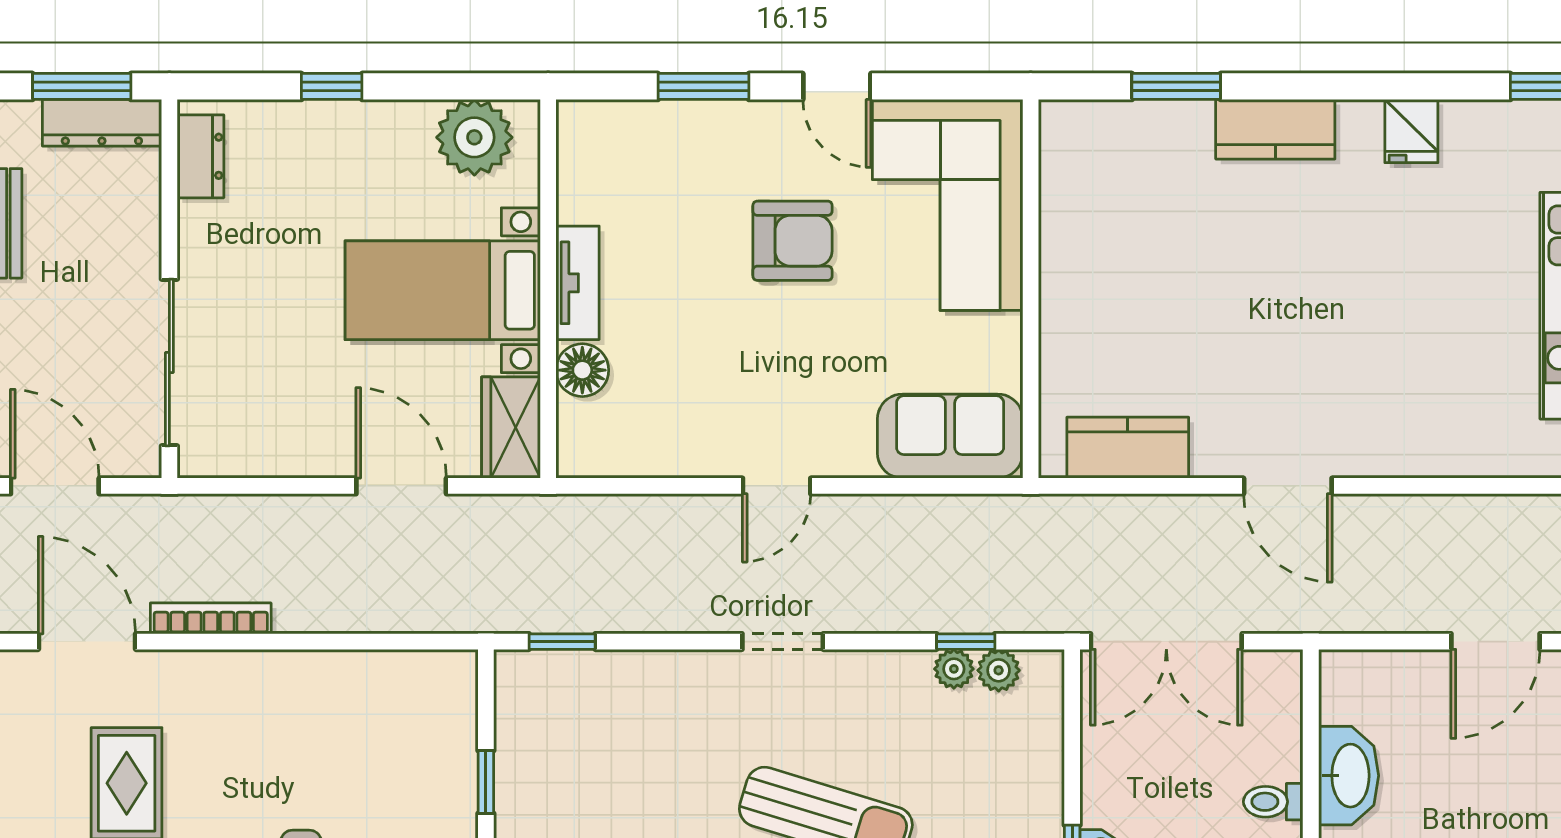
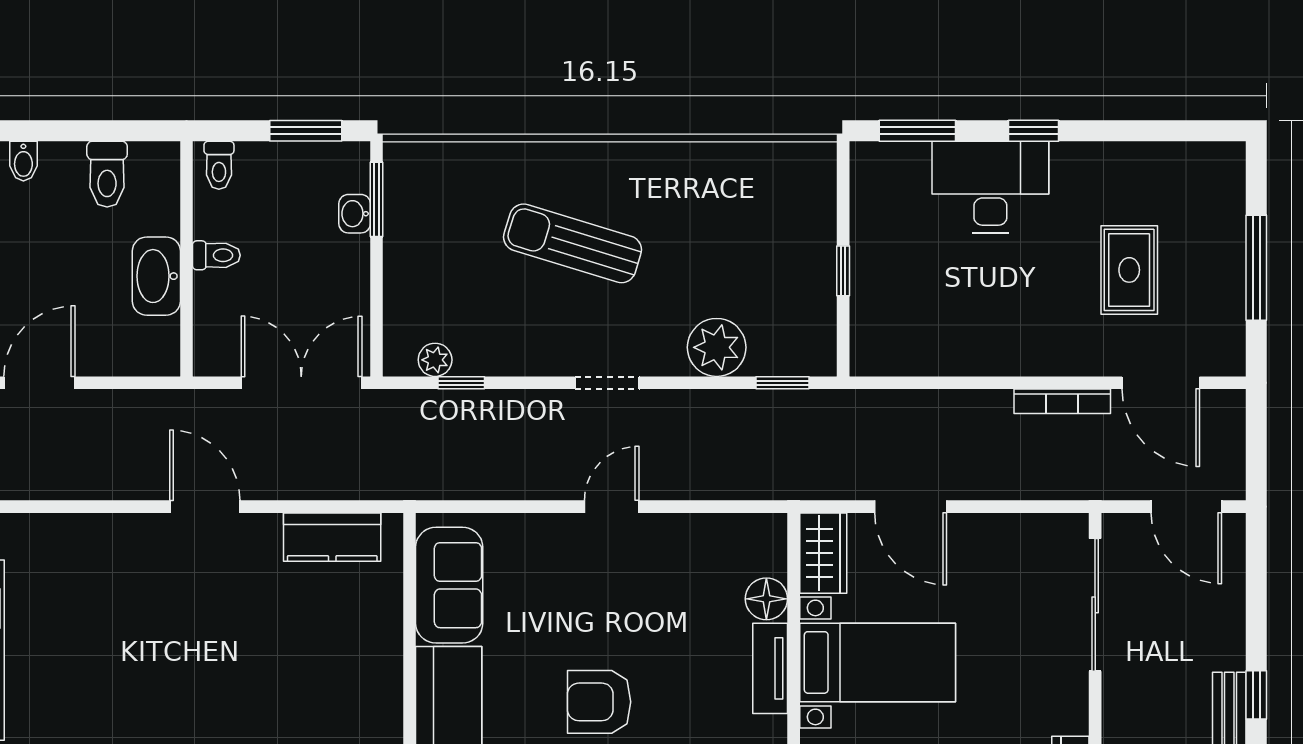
sofa: (950, 436) -> (449, 585), moved, turned -90
plant: (954, 669) -> (717, 347), moved, width x1.88, depth x1.88

